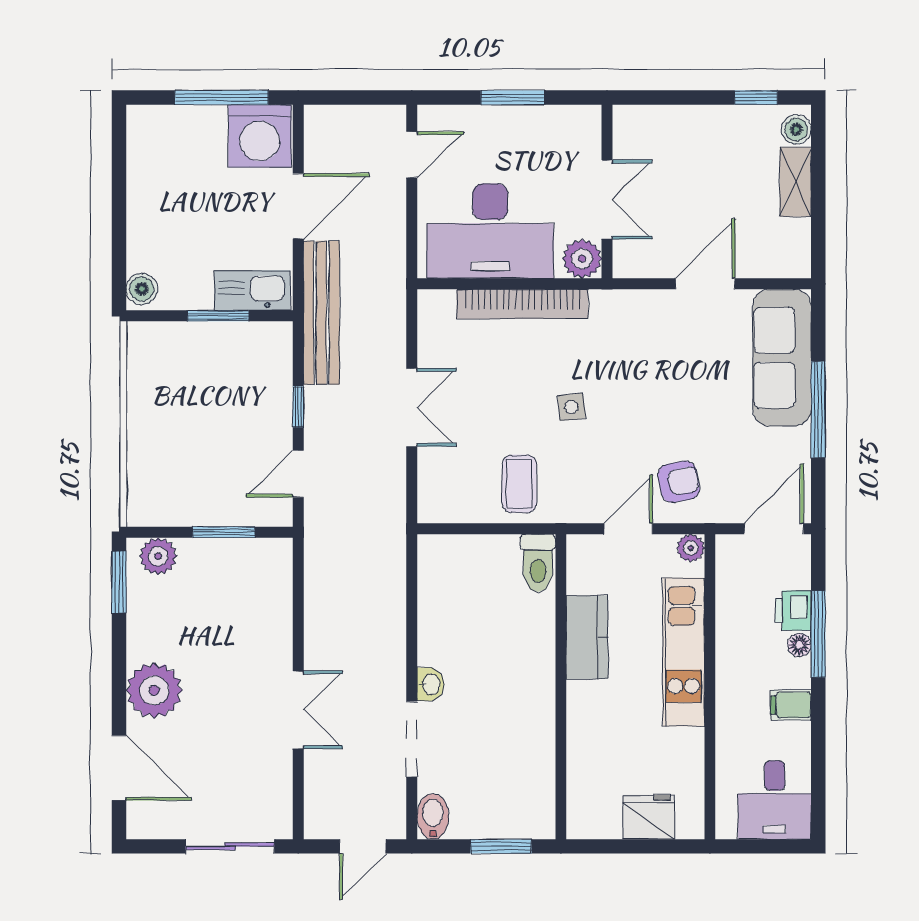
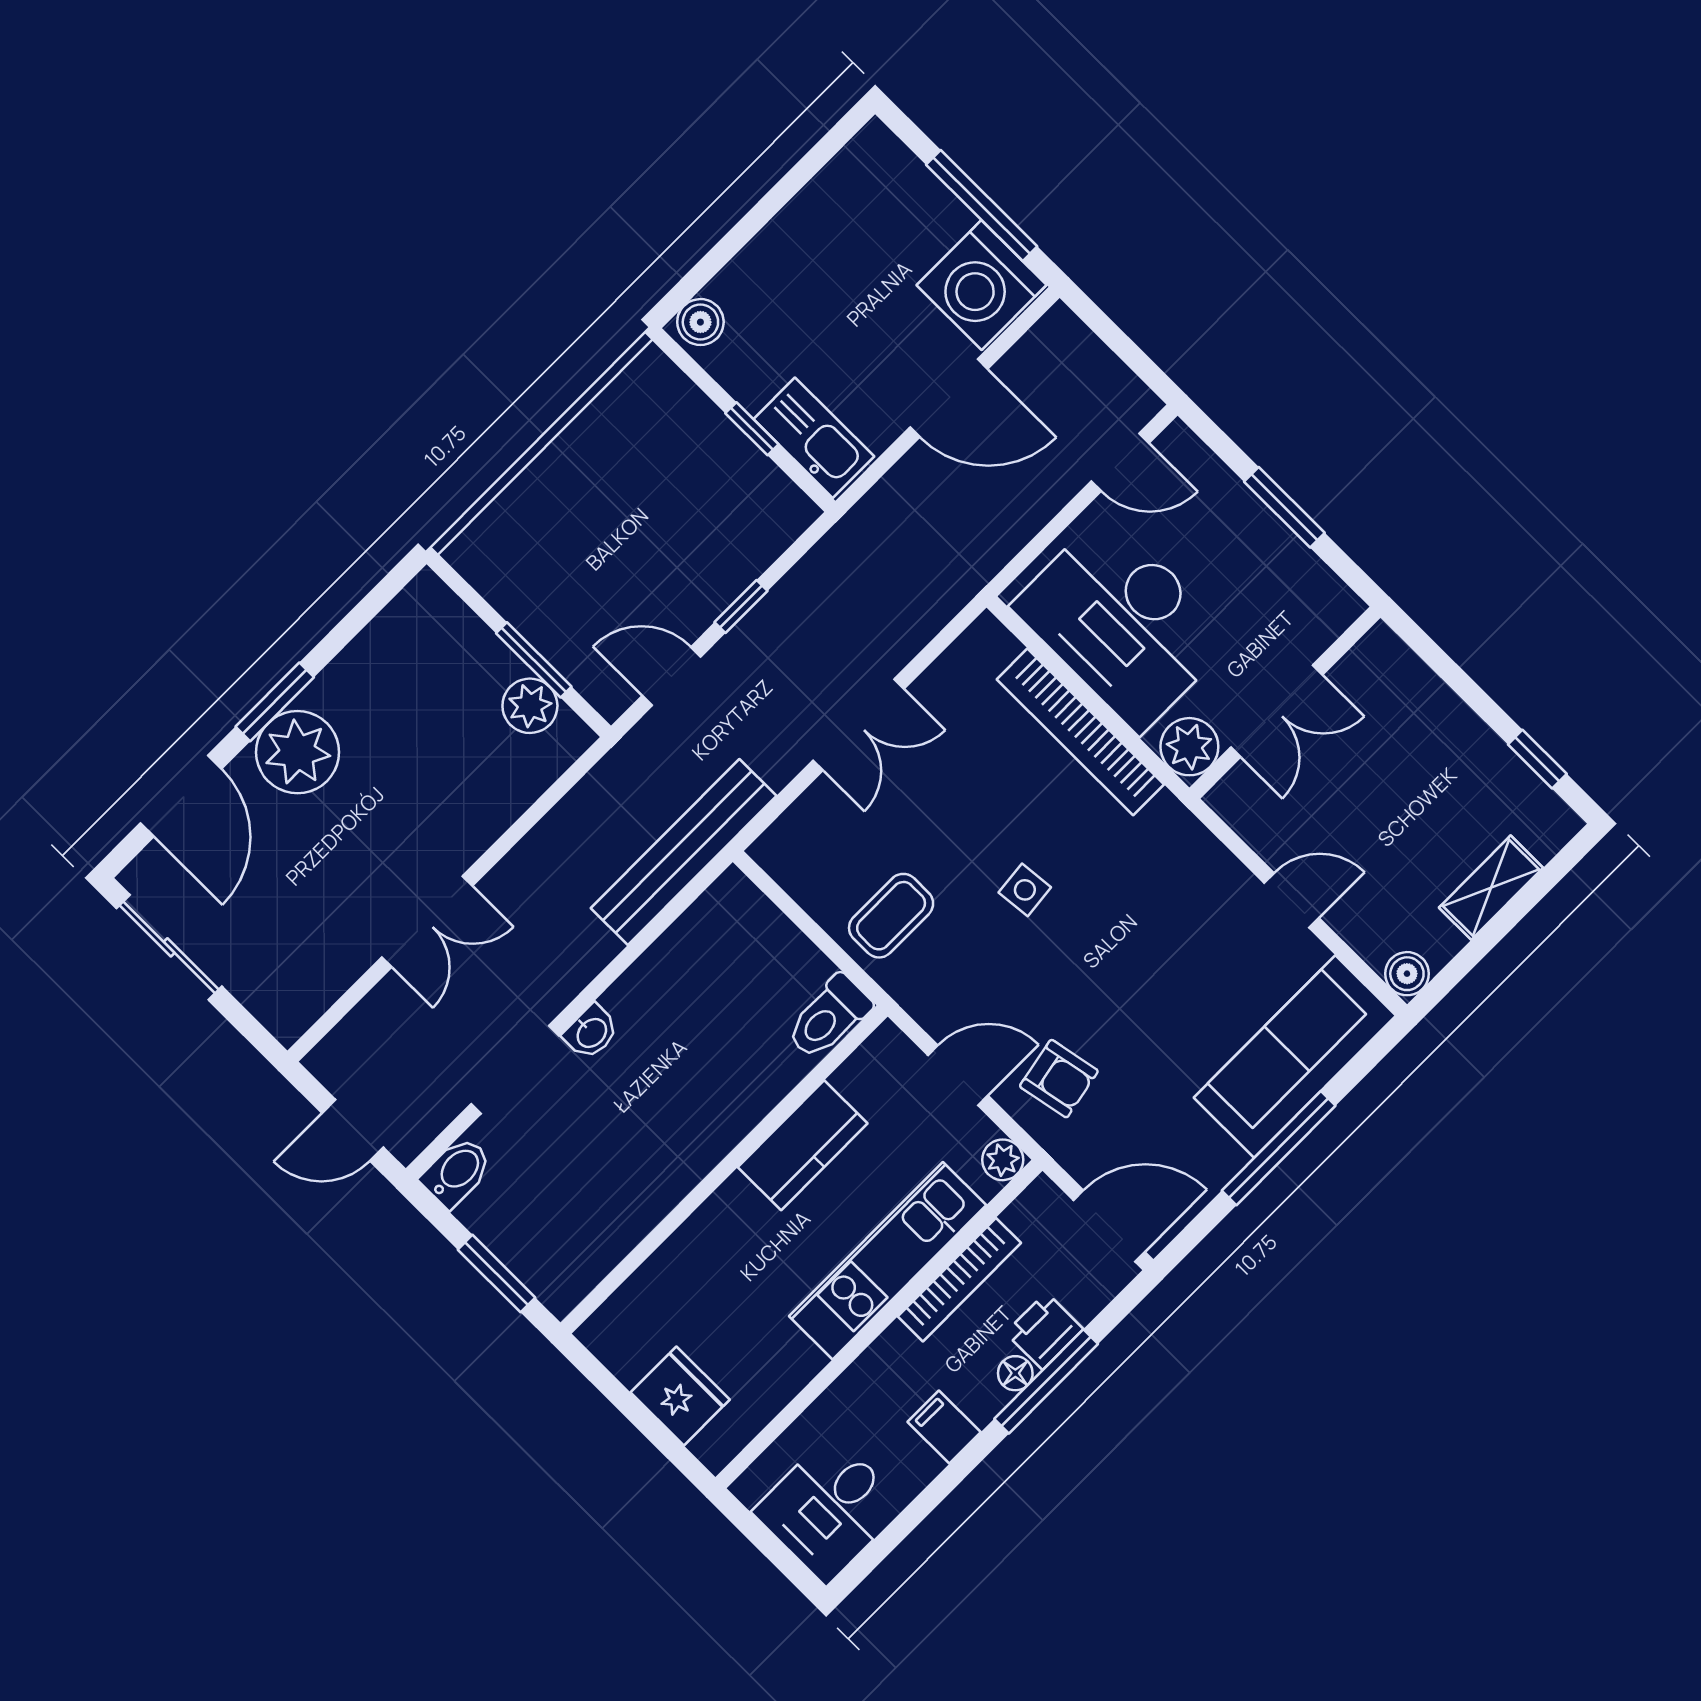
boiler: (796, 129) -> (1407, 974), moved
door: (705, 284) -> (1292, 900), width x0.73
bench: (321, 313) -> (684, 852), moved
window: (218, 316) -> (752, 429), width x0.67
plant: (158, 556) -> (530, 706), moved
window: (119, 582) -> (275, 702), moved
bookcase: (727, 627) -> (959, 1280), added
sliding door: (230, 846) -> (169, 947), moved

